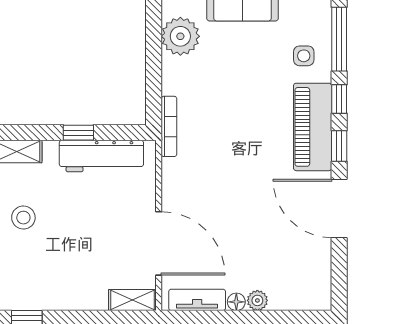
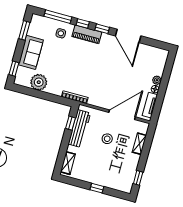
piano: (313, 127) -> (87, 34), width x0.73, depth x0.75
window: (78, 133) -> (70, 123), moved
door: (339, 208) -> (128, 36), hinge flipped
stool: (23, 218) -> (107, 139), moved
shelving: (132, 300) -> (139, 144), moved

